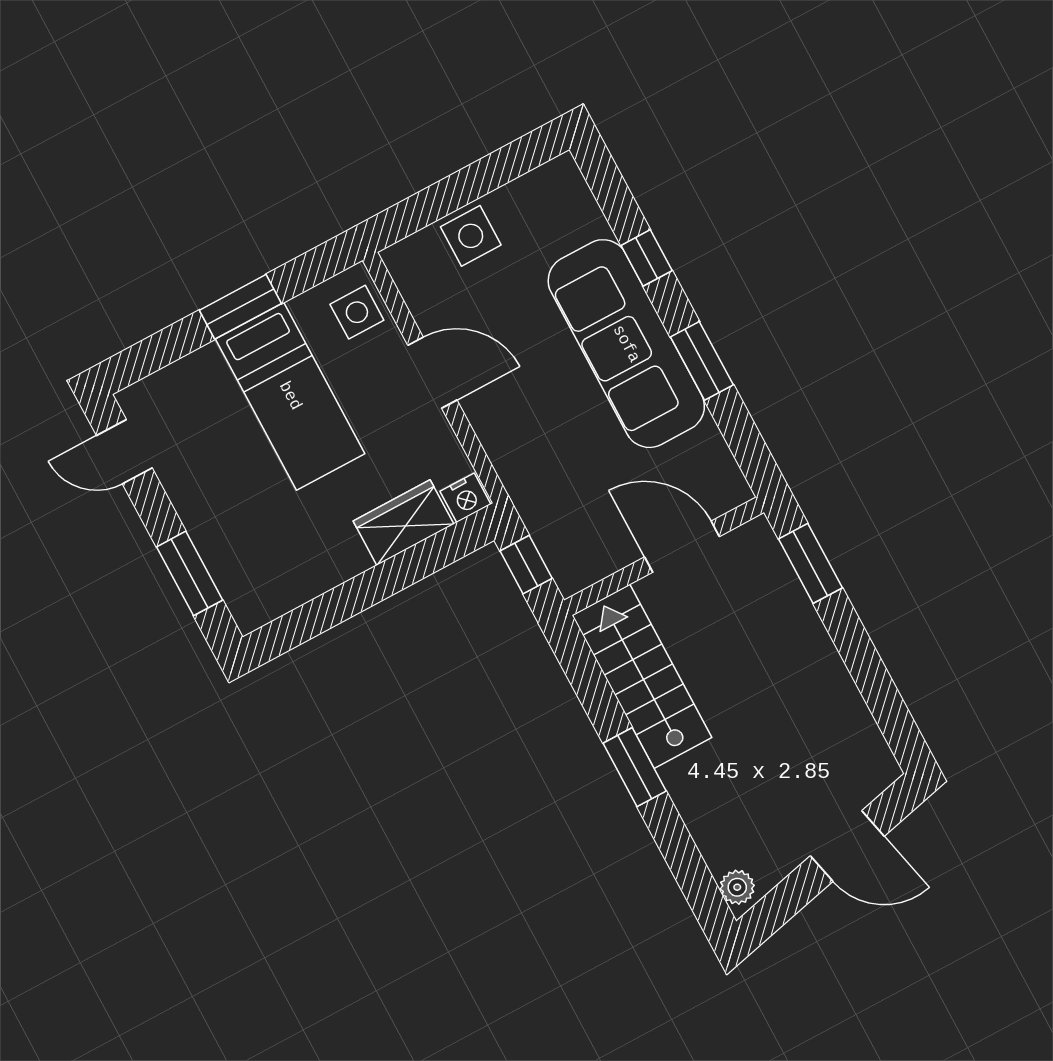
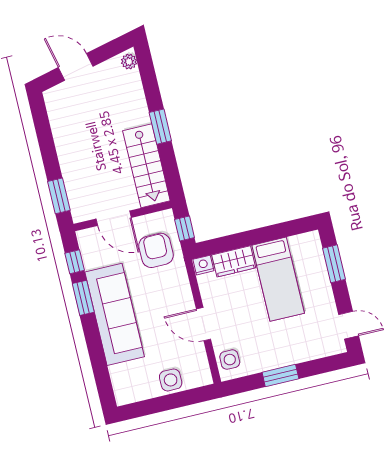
window: (647, 258) -> (75, 262), moved
bed: (290, 396) -> (278, 279), moved, turned 180
armchair: (574, 502) -> (156, 250), added

